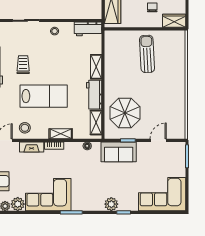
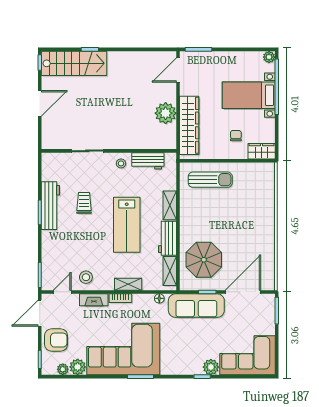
workbench: (88, 29) -> (148, 161), moved
sun lounger: (147, 54) -> (210, 180), moved, turned 93
lab bench: (44, 96) -> (127, 225), moved, turned 90
door: (158, 140) -> (243, 292), width x1.87
sofa: (119, 152) -> (196, 306), width x1.36
corner sofa: (48, 195) -> (123, 349), width x1.36, depth x1.36
plant: (111, 204) -> (211, 367), moved

